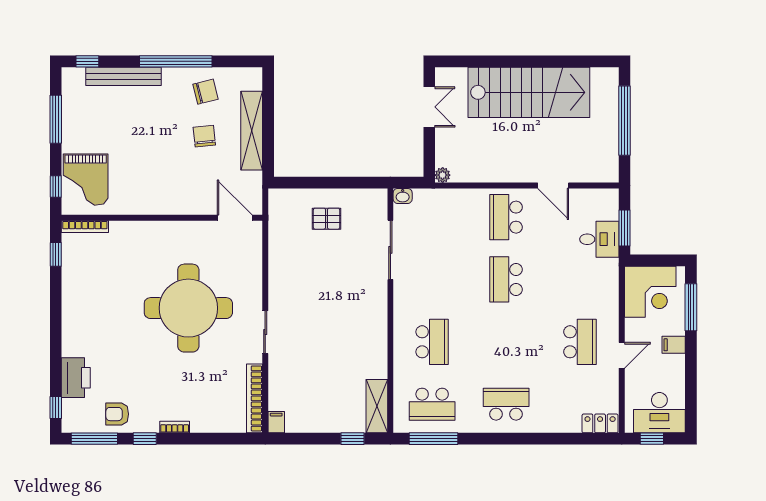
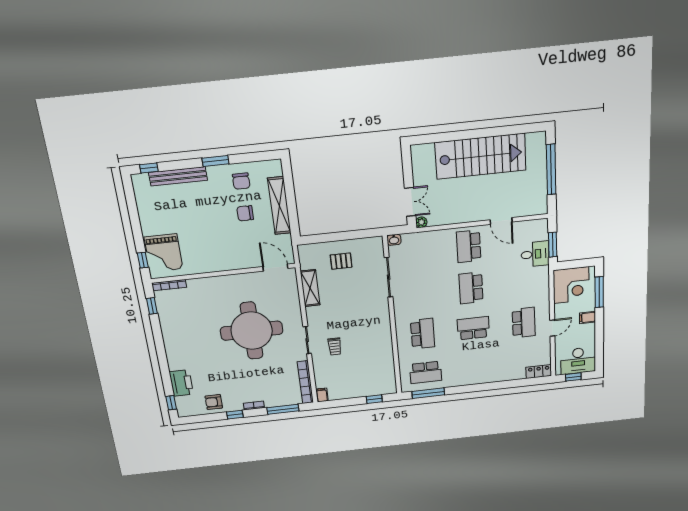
window: (176, 61) -> (215, 161), width x0.47
chair: (206, 92) -> (241, 181), turned 104
double door: (429, 107) -> (410, 202), moved
window: (56, 119) -> (133, 213), removed
chair: (204, 136) -> (245, 213), turned -84
trolley: (303, 347) -> (335, 346), added
school desk: (506, 404) -> (473, 328), moved
shelving: (377, 406) -> (310, 288), moved
window: (94, 439) -> (283, 409), moved

